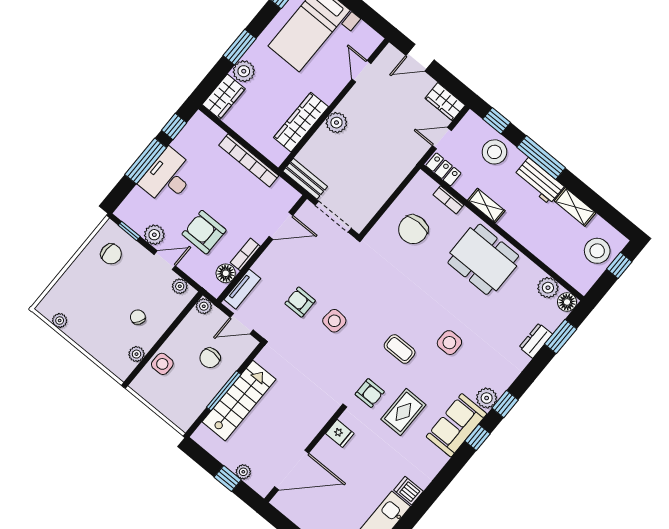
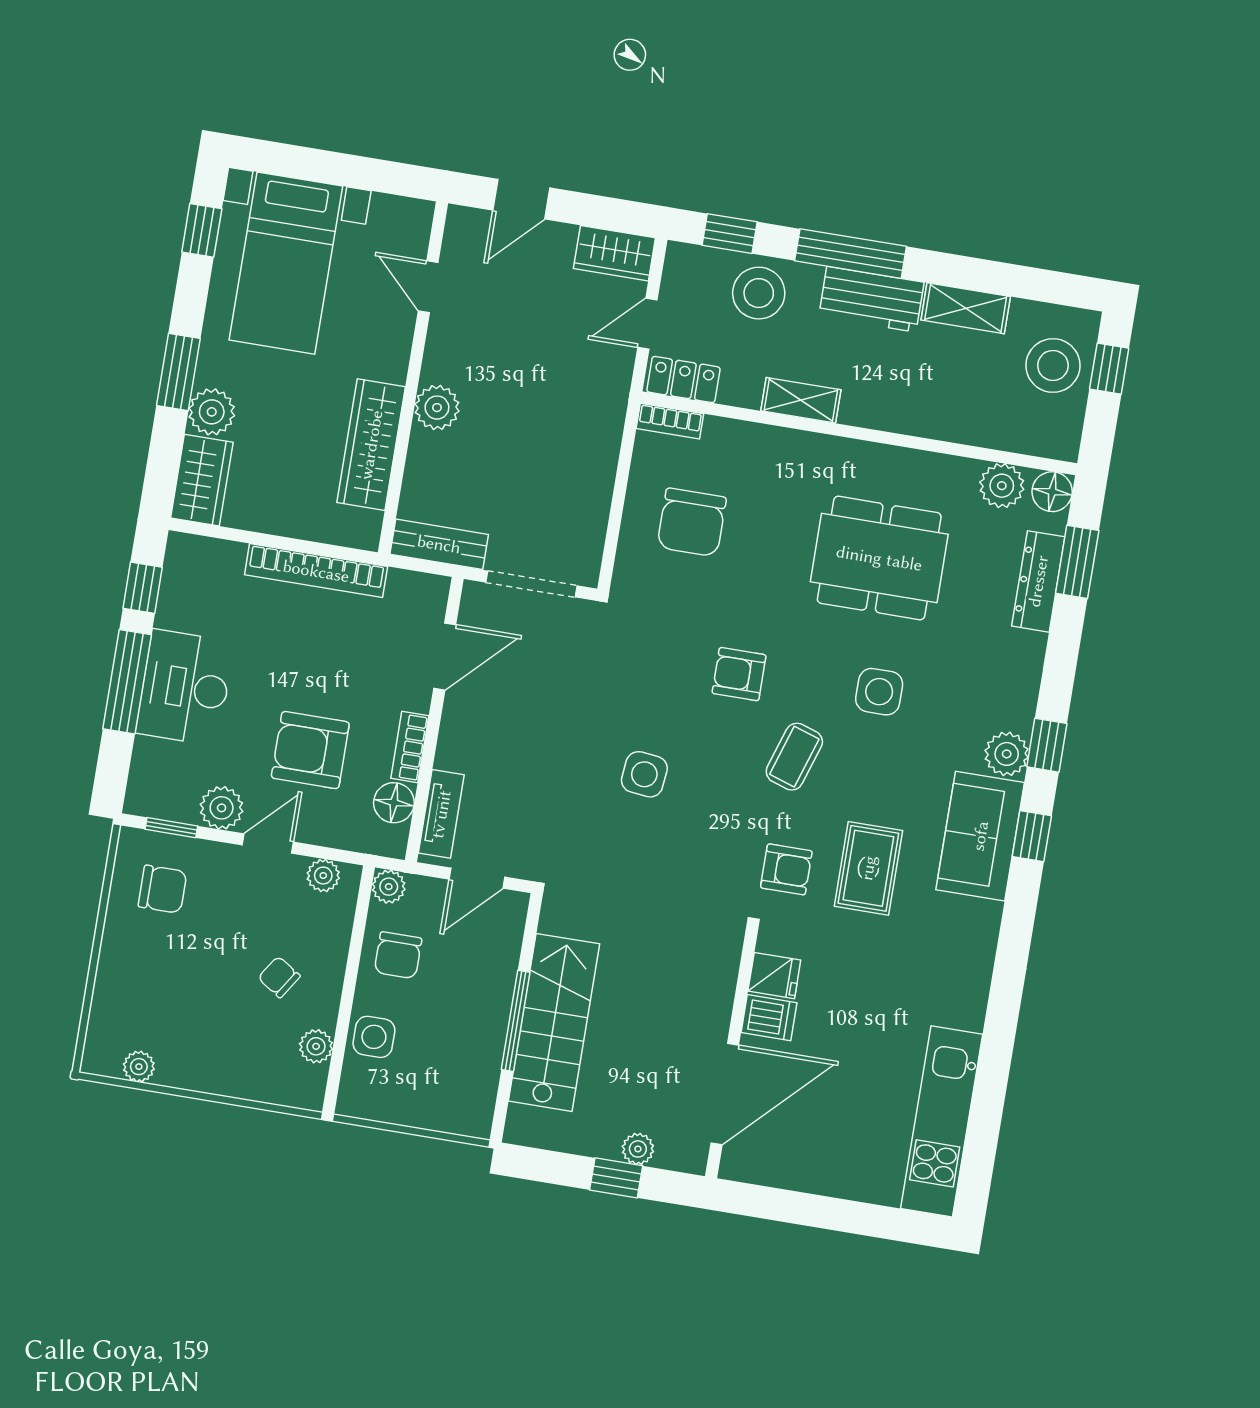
bookcase: (448, 200) -> (670, 421), moved
dining table: (483, 259) -> (879, 558), moved
armchair: (300, 302) -> (739, 674), moved
dresser: (536, 341) -> (1038, 581), width x1.44
coffee table: (400, 349) -> (794, 757), turned -72
chair: (210, 358) -> (398, 955), moved
dishwasher: (408, 491) -> (769, 1018), moved, turned 180

